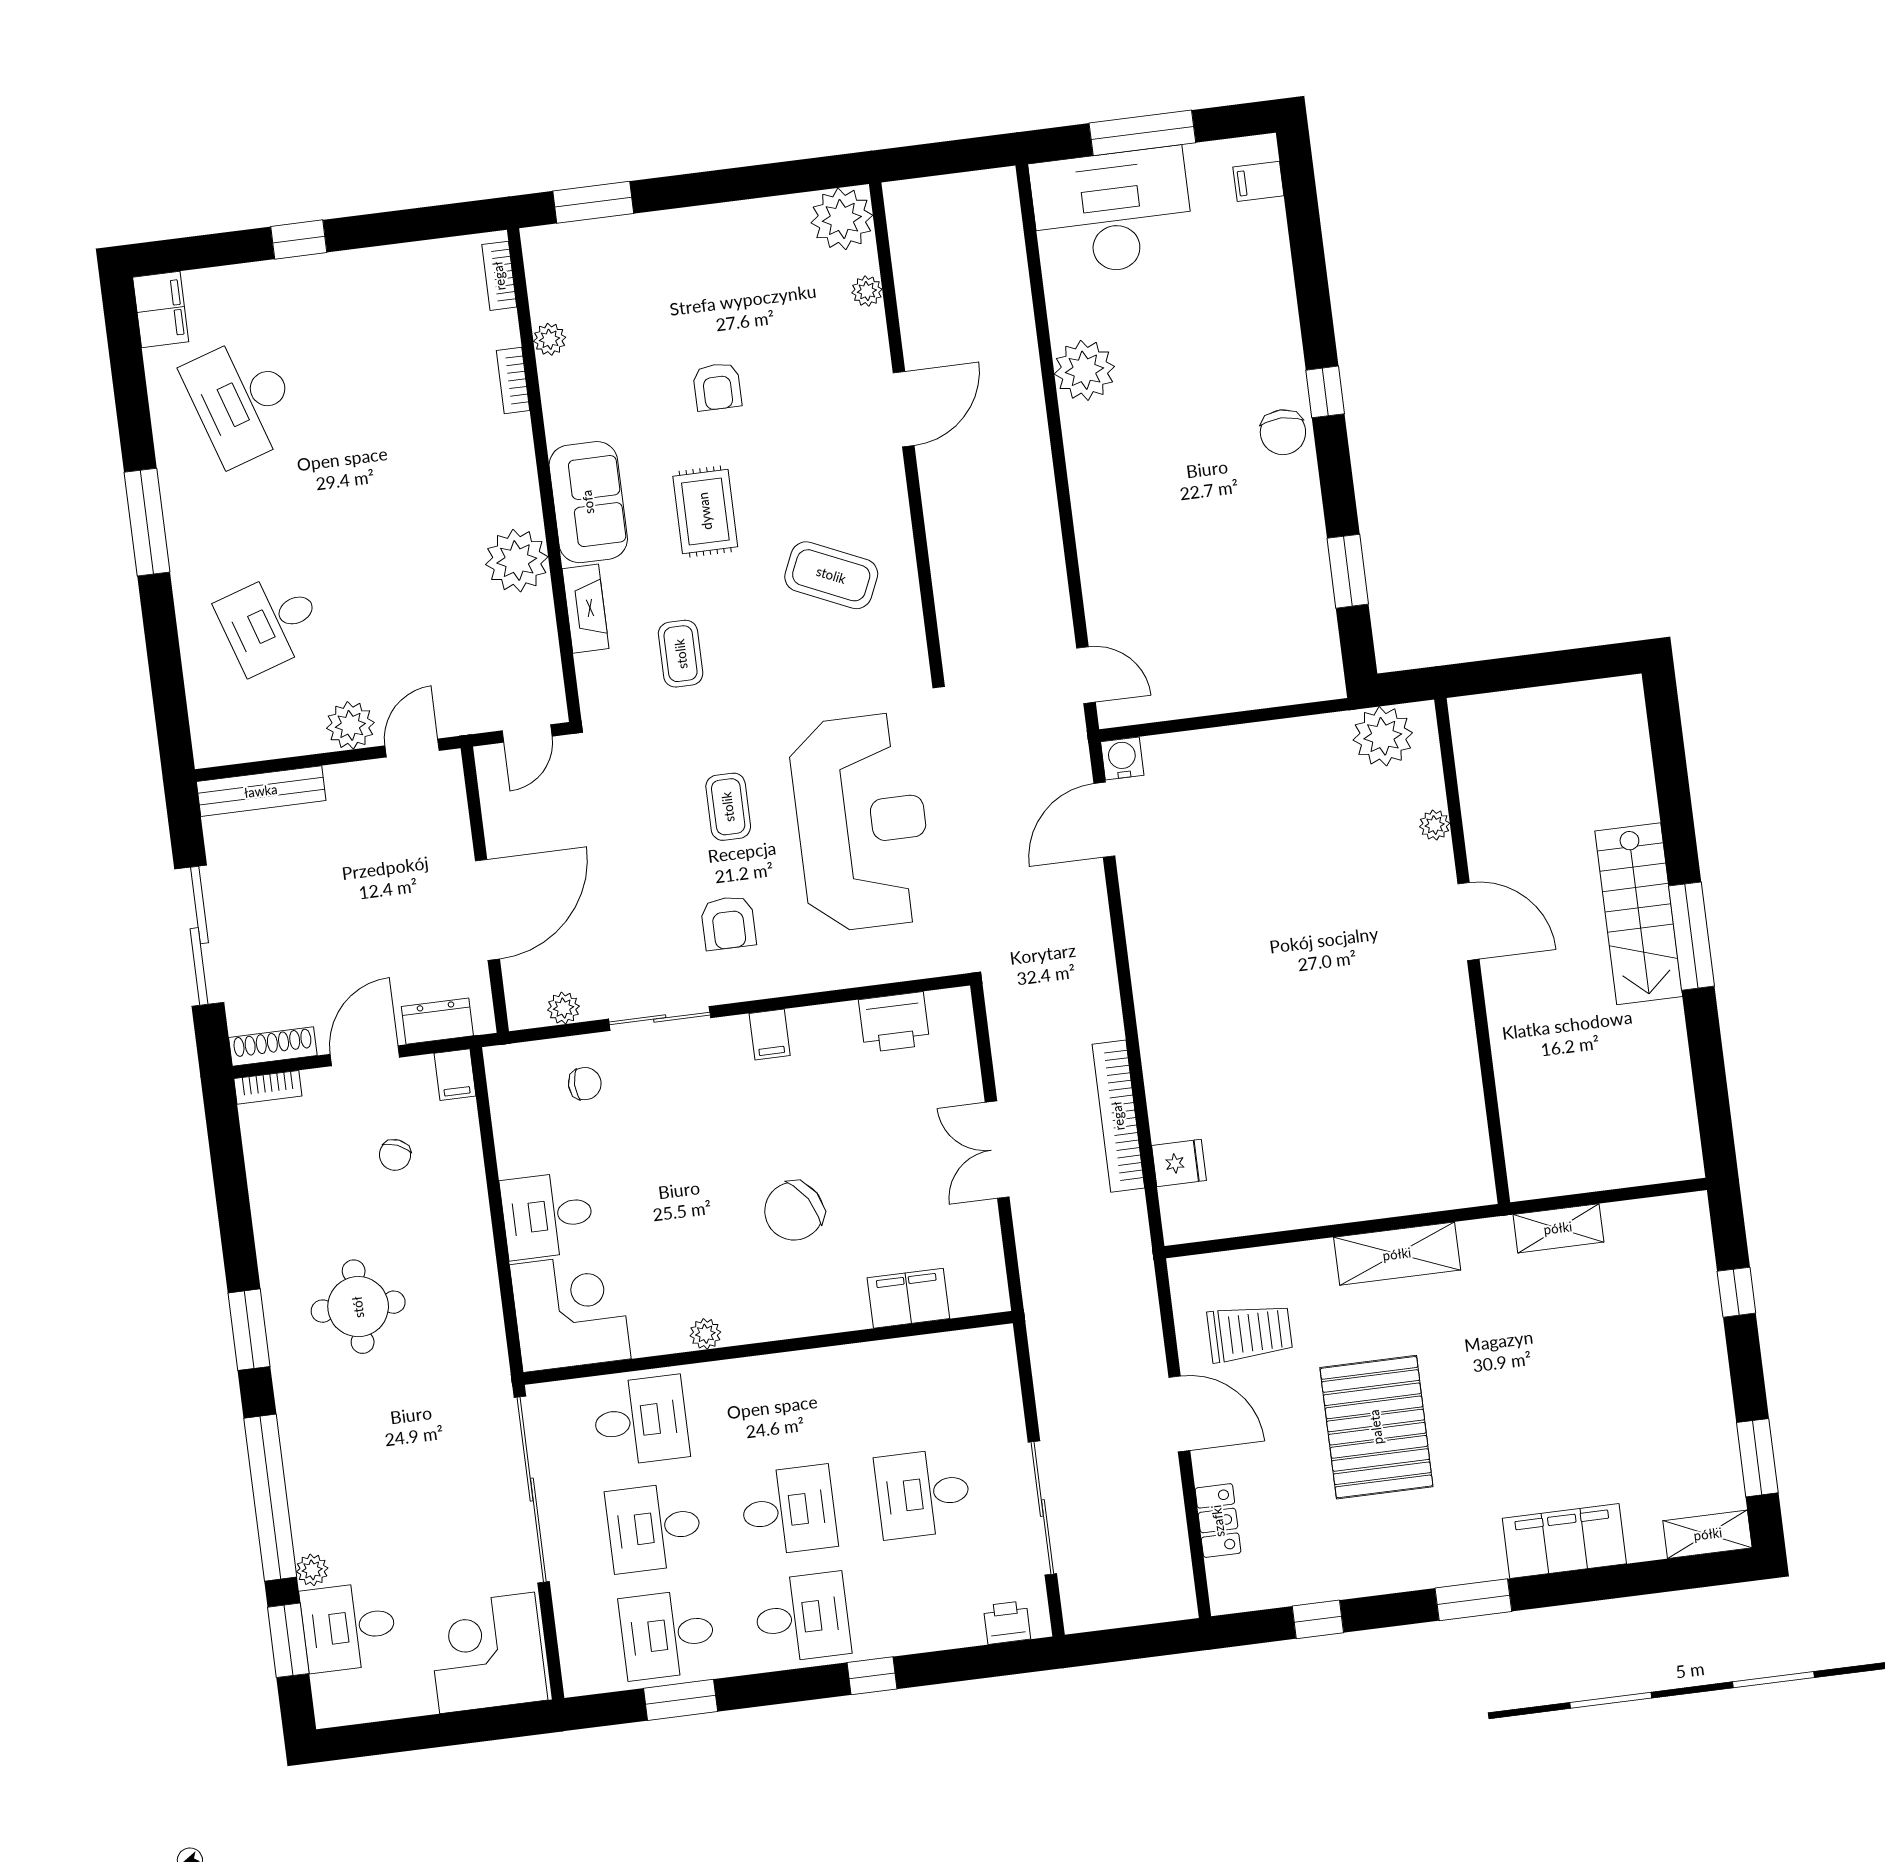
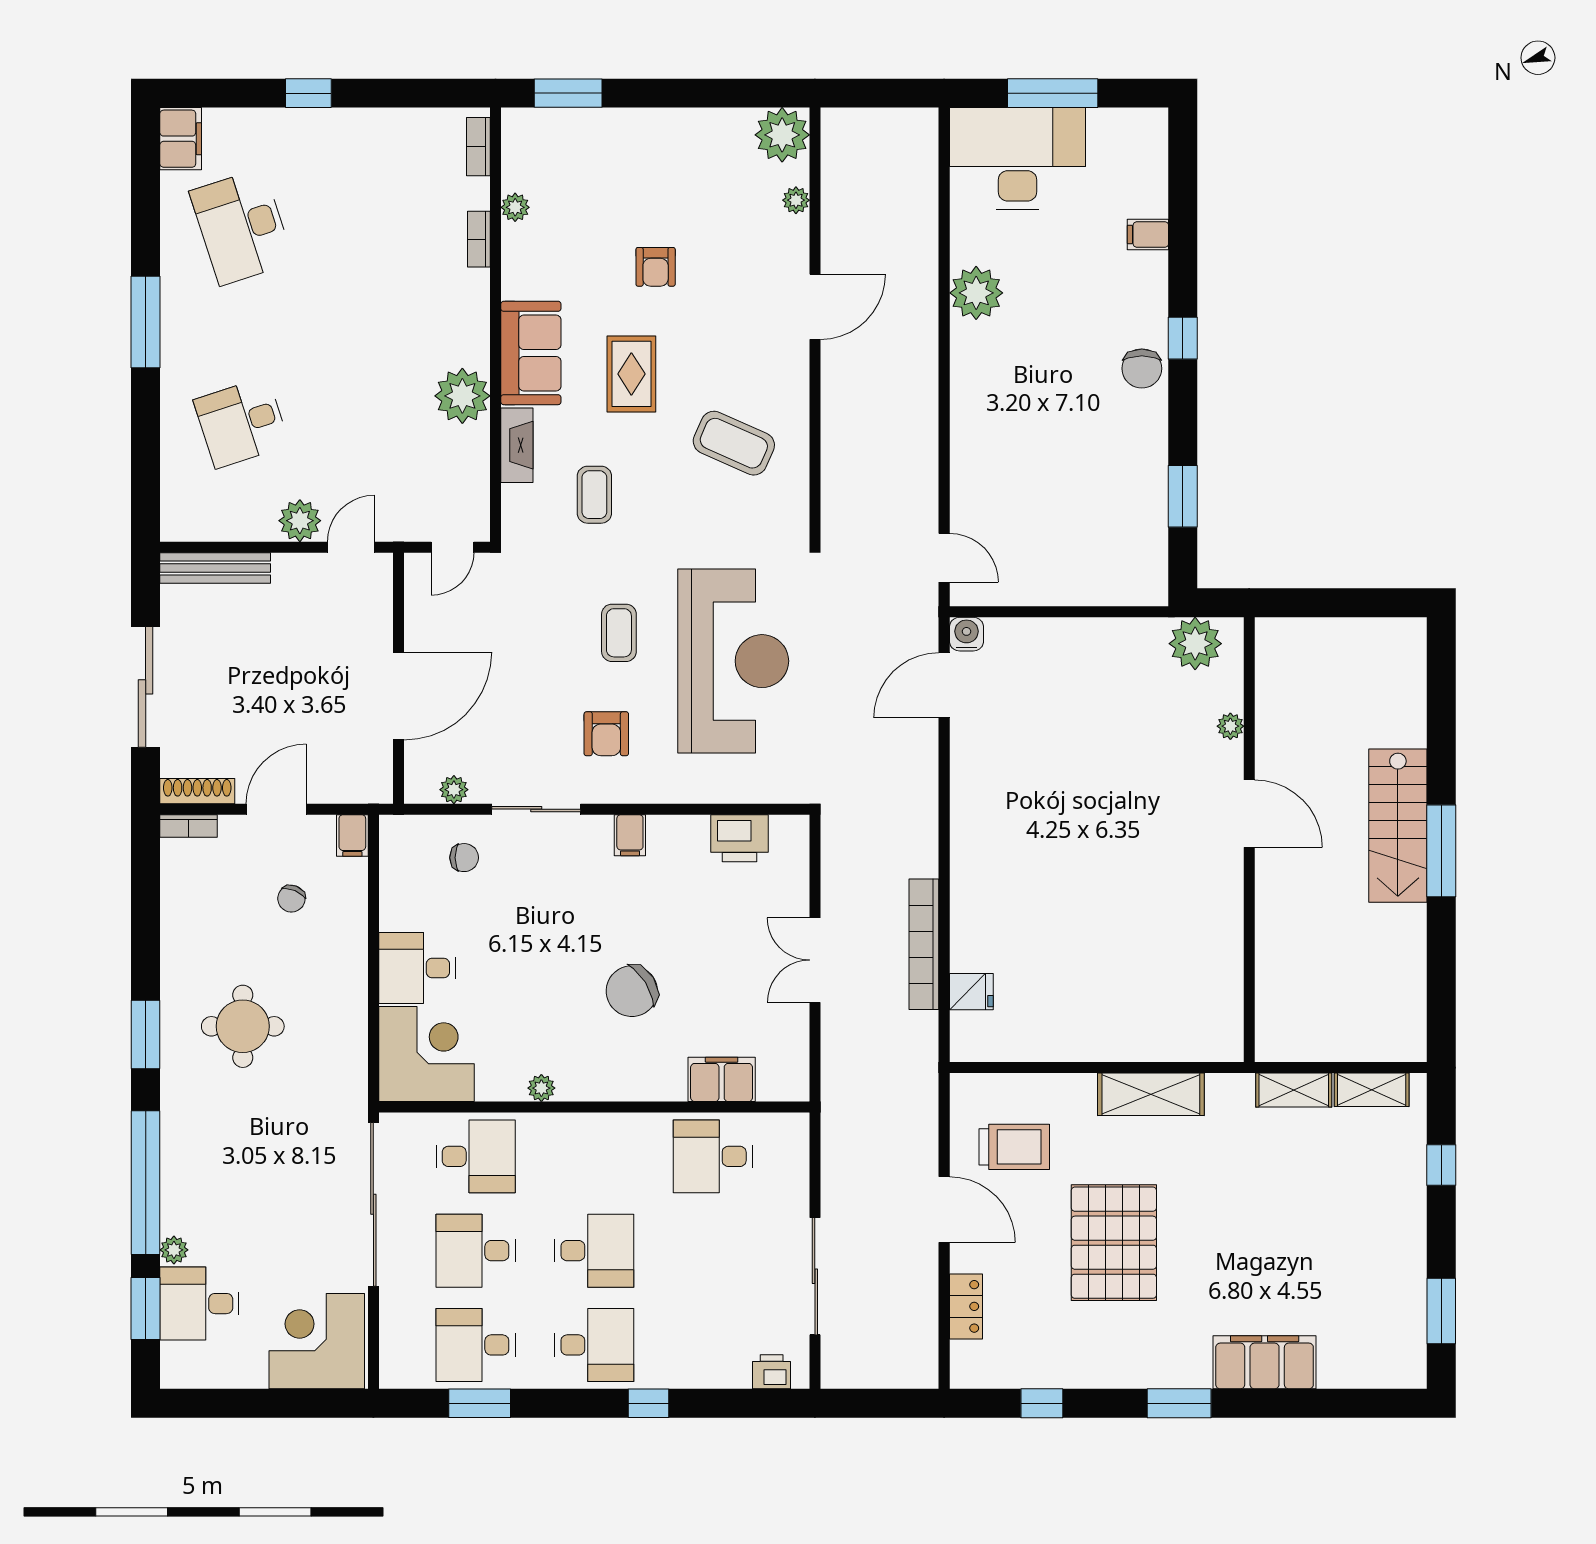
filing cabinet: (1258, 181) -> (1148, 234), moved
dresser: (437, 1021) -> (343, 787), removed
desk: (923, 1494) -> (713, 1156), moved
shelving: (1708, 1534) -> (1372, 1090), moved

